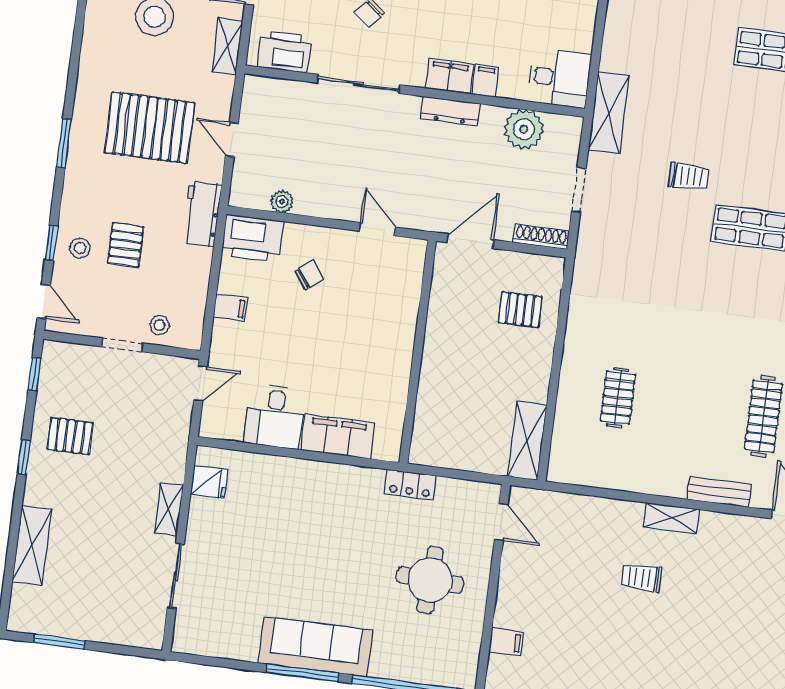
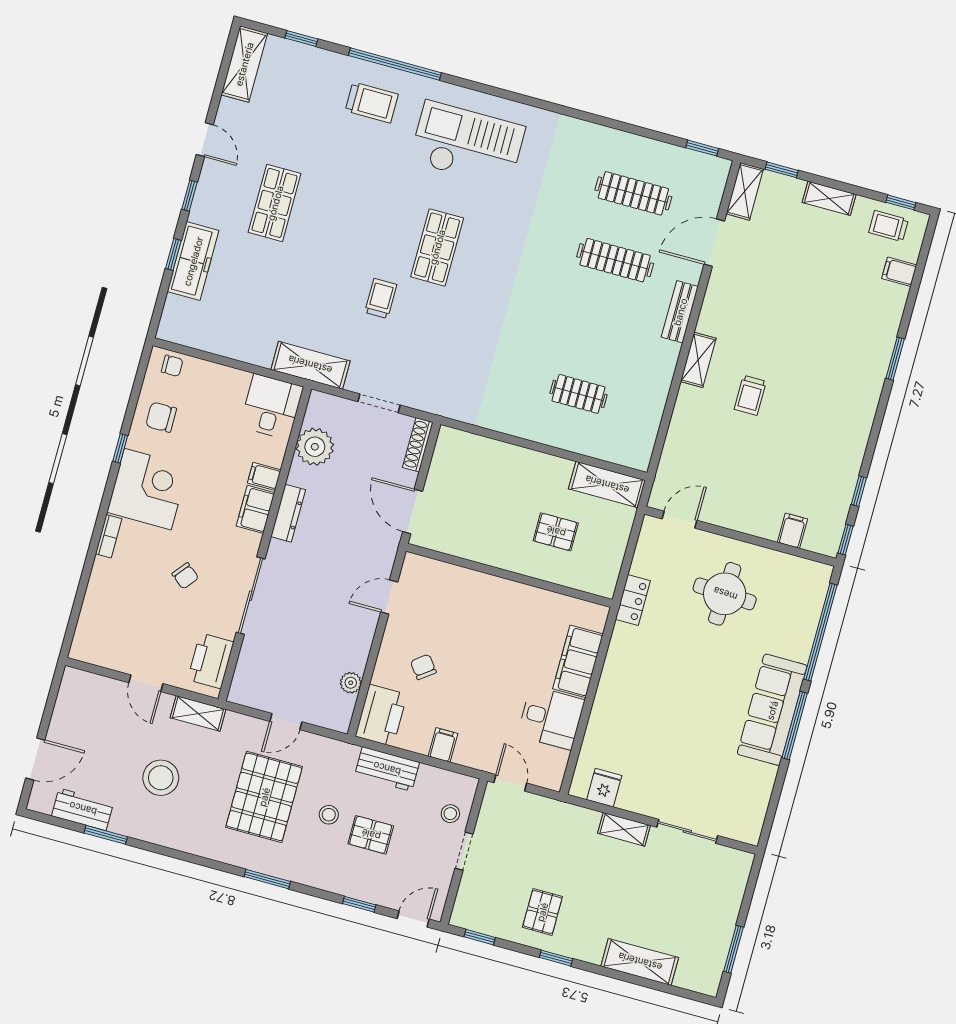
workbench: (202, 214) -> (387, 769), moved
stool: (80, 248) -> (329, 815), moved
pallet: (520, 309) -> (556, 532), moved, turned 90

